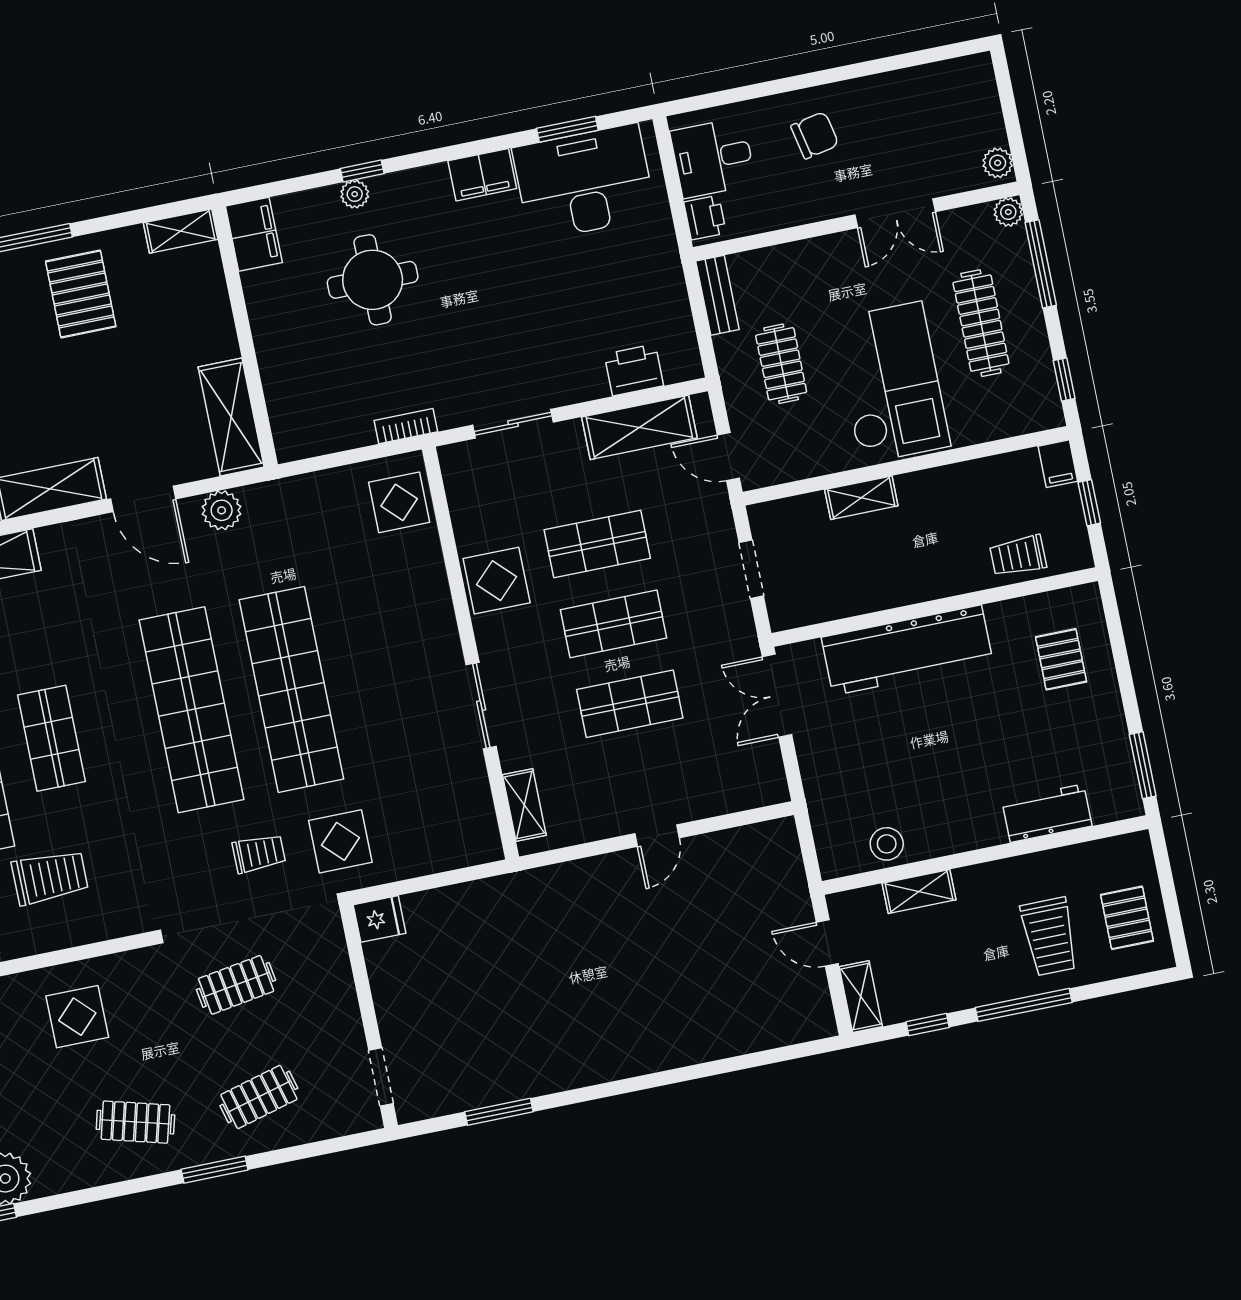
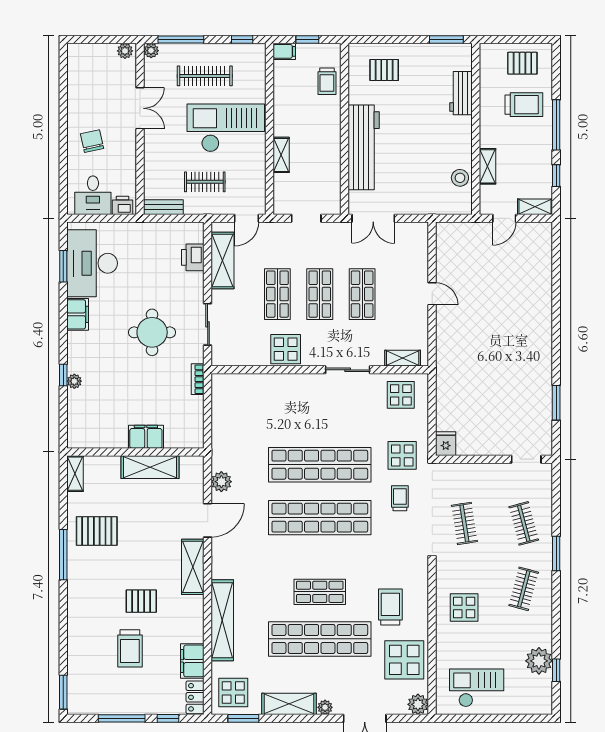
filing cabinet: (254, 234) -> (146, 437), moved
round table: (373, 280) -> (152, 332), moved
shelving: (231, 417) -> (150, 467), moved
display table: (399, 502) -> (401, 395), moved

